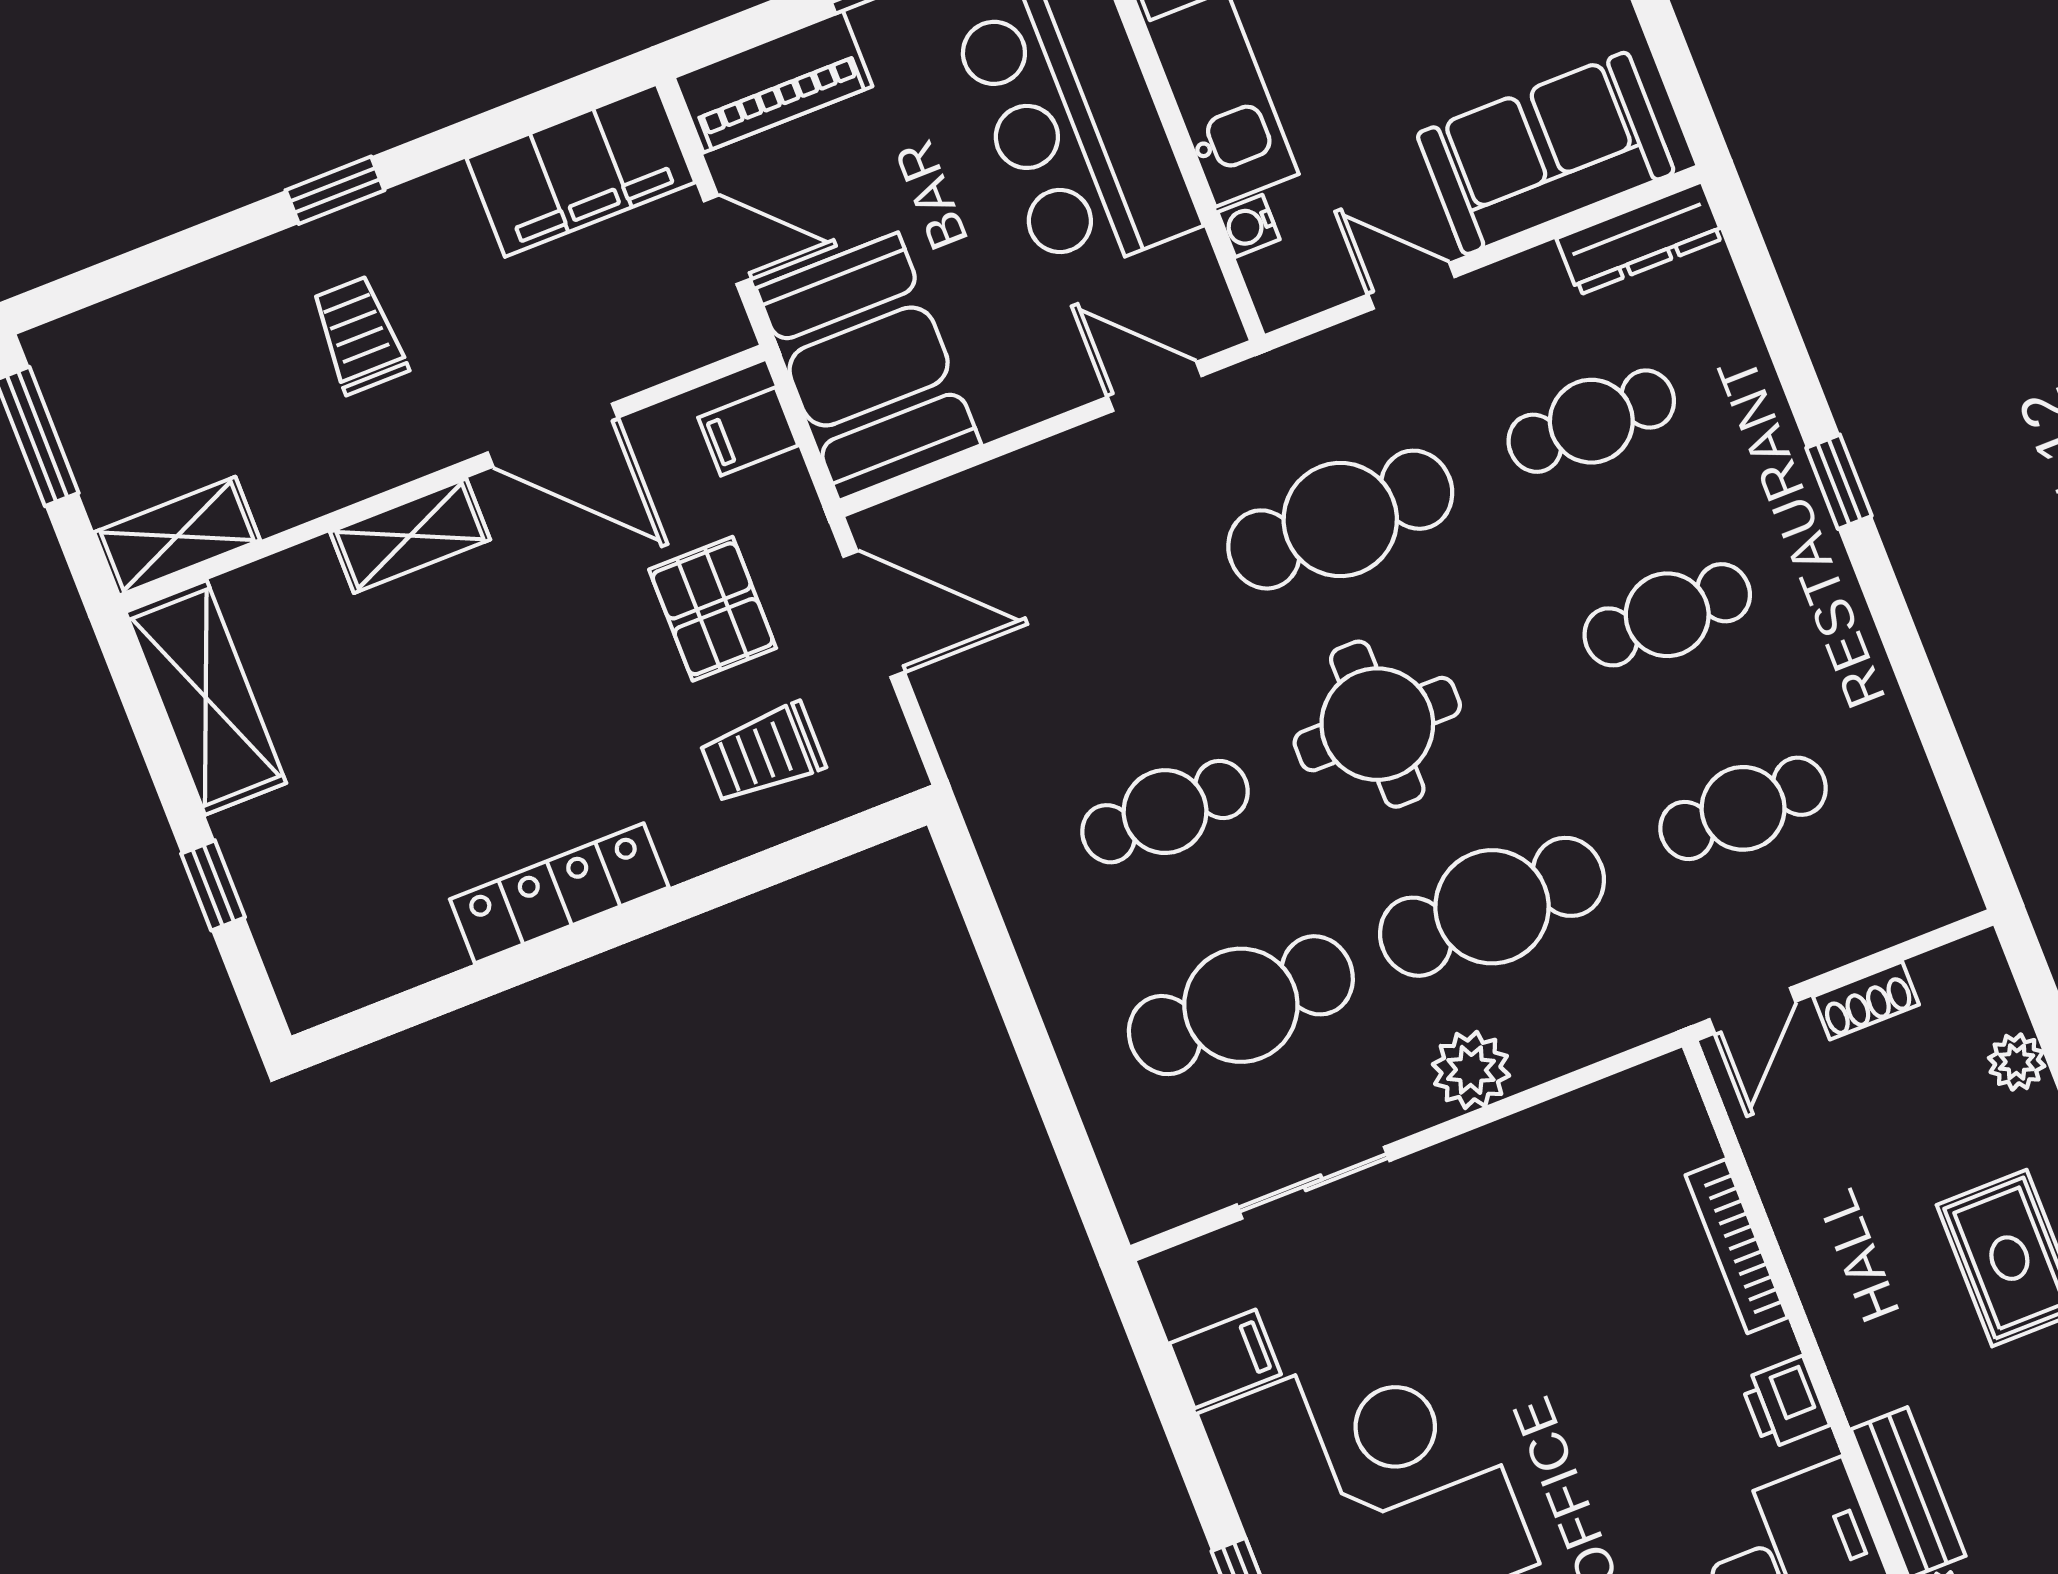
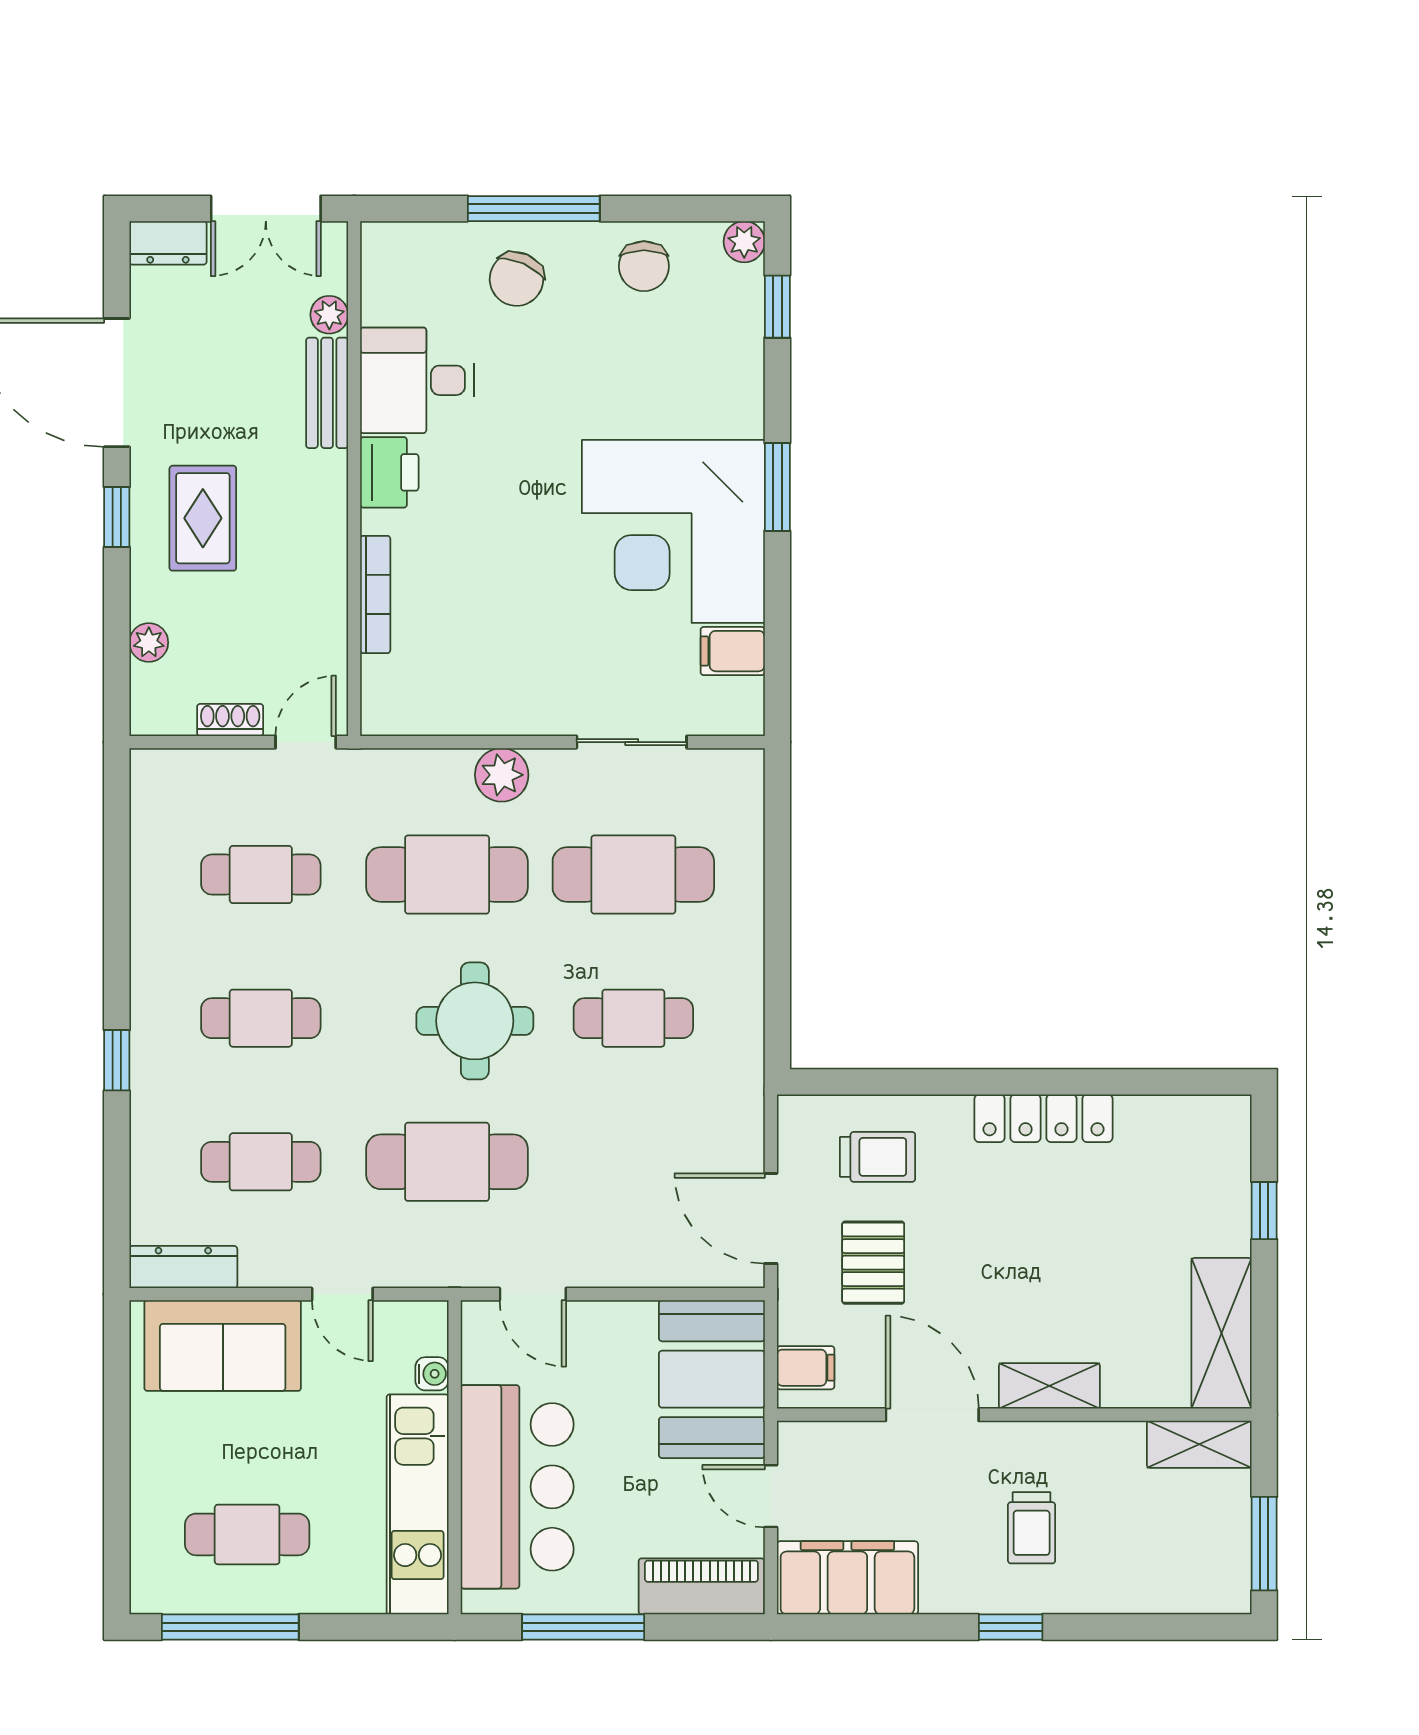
printer: (1785, 1403) -> (389, 472), width x1.36, depth x1.24

